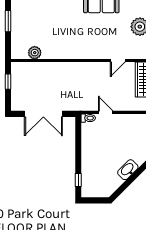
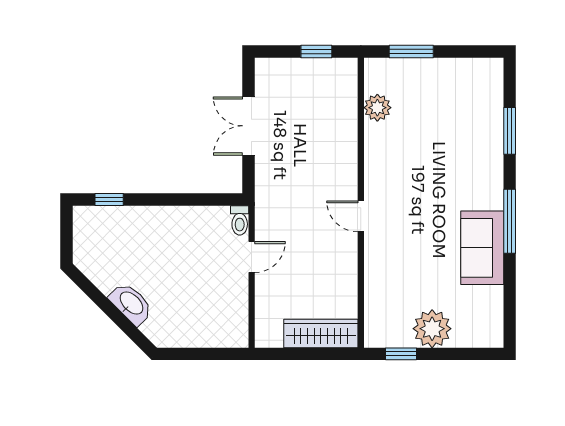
window: (8, 21) -> (411, 52), moved
door: (118, 60) -> (361, 216), moved
double door: (43, 114) -> (248, 126), width x0.73

